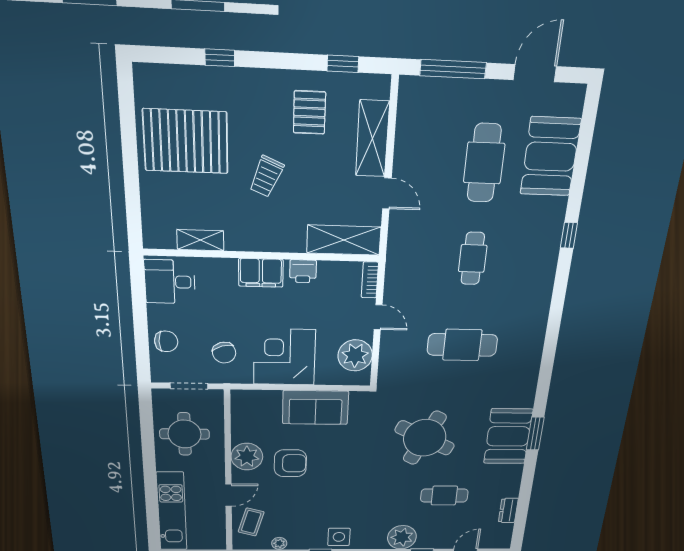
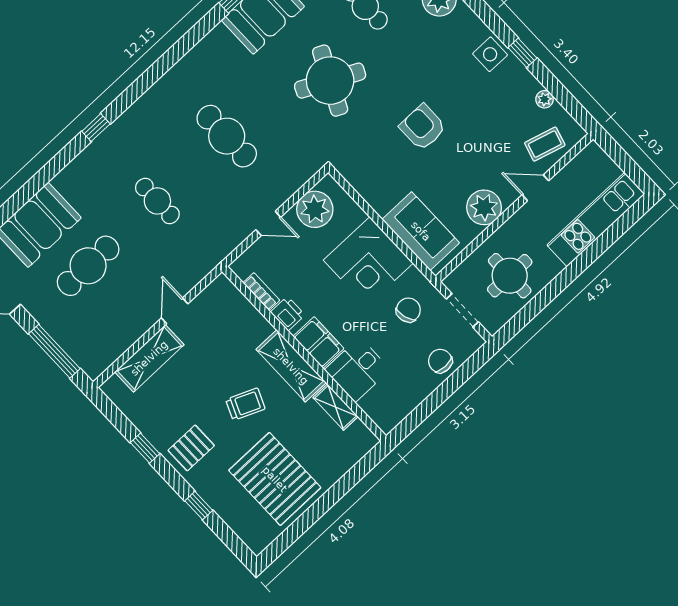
window: (343, 64) -> (145, 448), moved
pallet: (309, 112) -> (191, 448), moved
window: (569, 235) -> (96, 128), moved
shelving: (344, 240) -> (291, 366), moved
cafe table: (473, 259) -> (157, 201), turned 90
bookcase: (370, 280) -> (261, 292), moved, turned -90
desk: (170, 282) -> (357, 370), moved, turned 90
door: (378, 317) -> (268, 223), swing flipped
sofa: (316, 407) -> (421, 231), moved
armchair: (290, 463) -> (423, 127), moved

